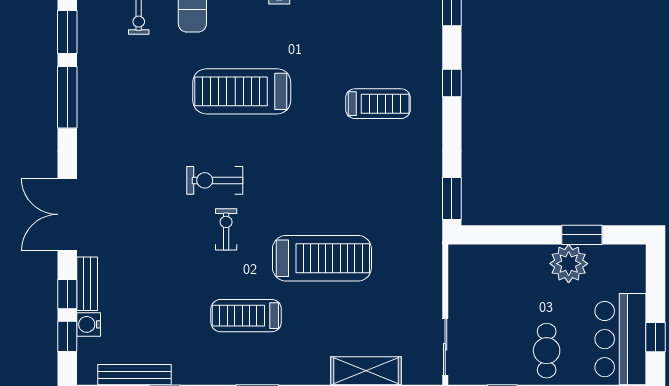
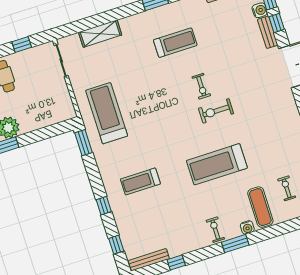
treadmill: (242, 91) -> (217, 164), turned 180
exercise bike: (215, 180) -> (216, 111), turned 180
treadmill: (322, 258) -> (107, 113), moved, turned 90

